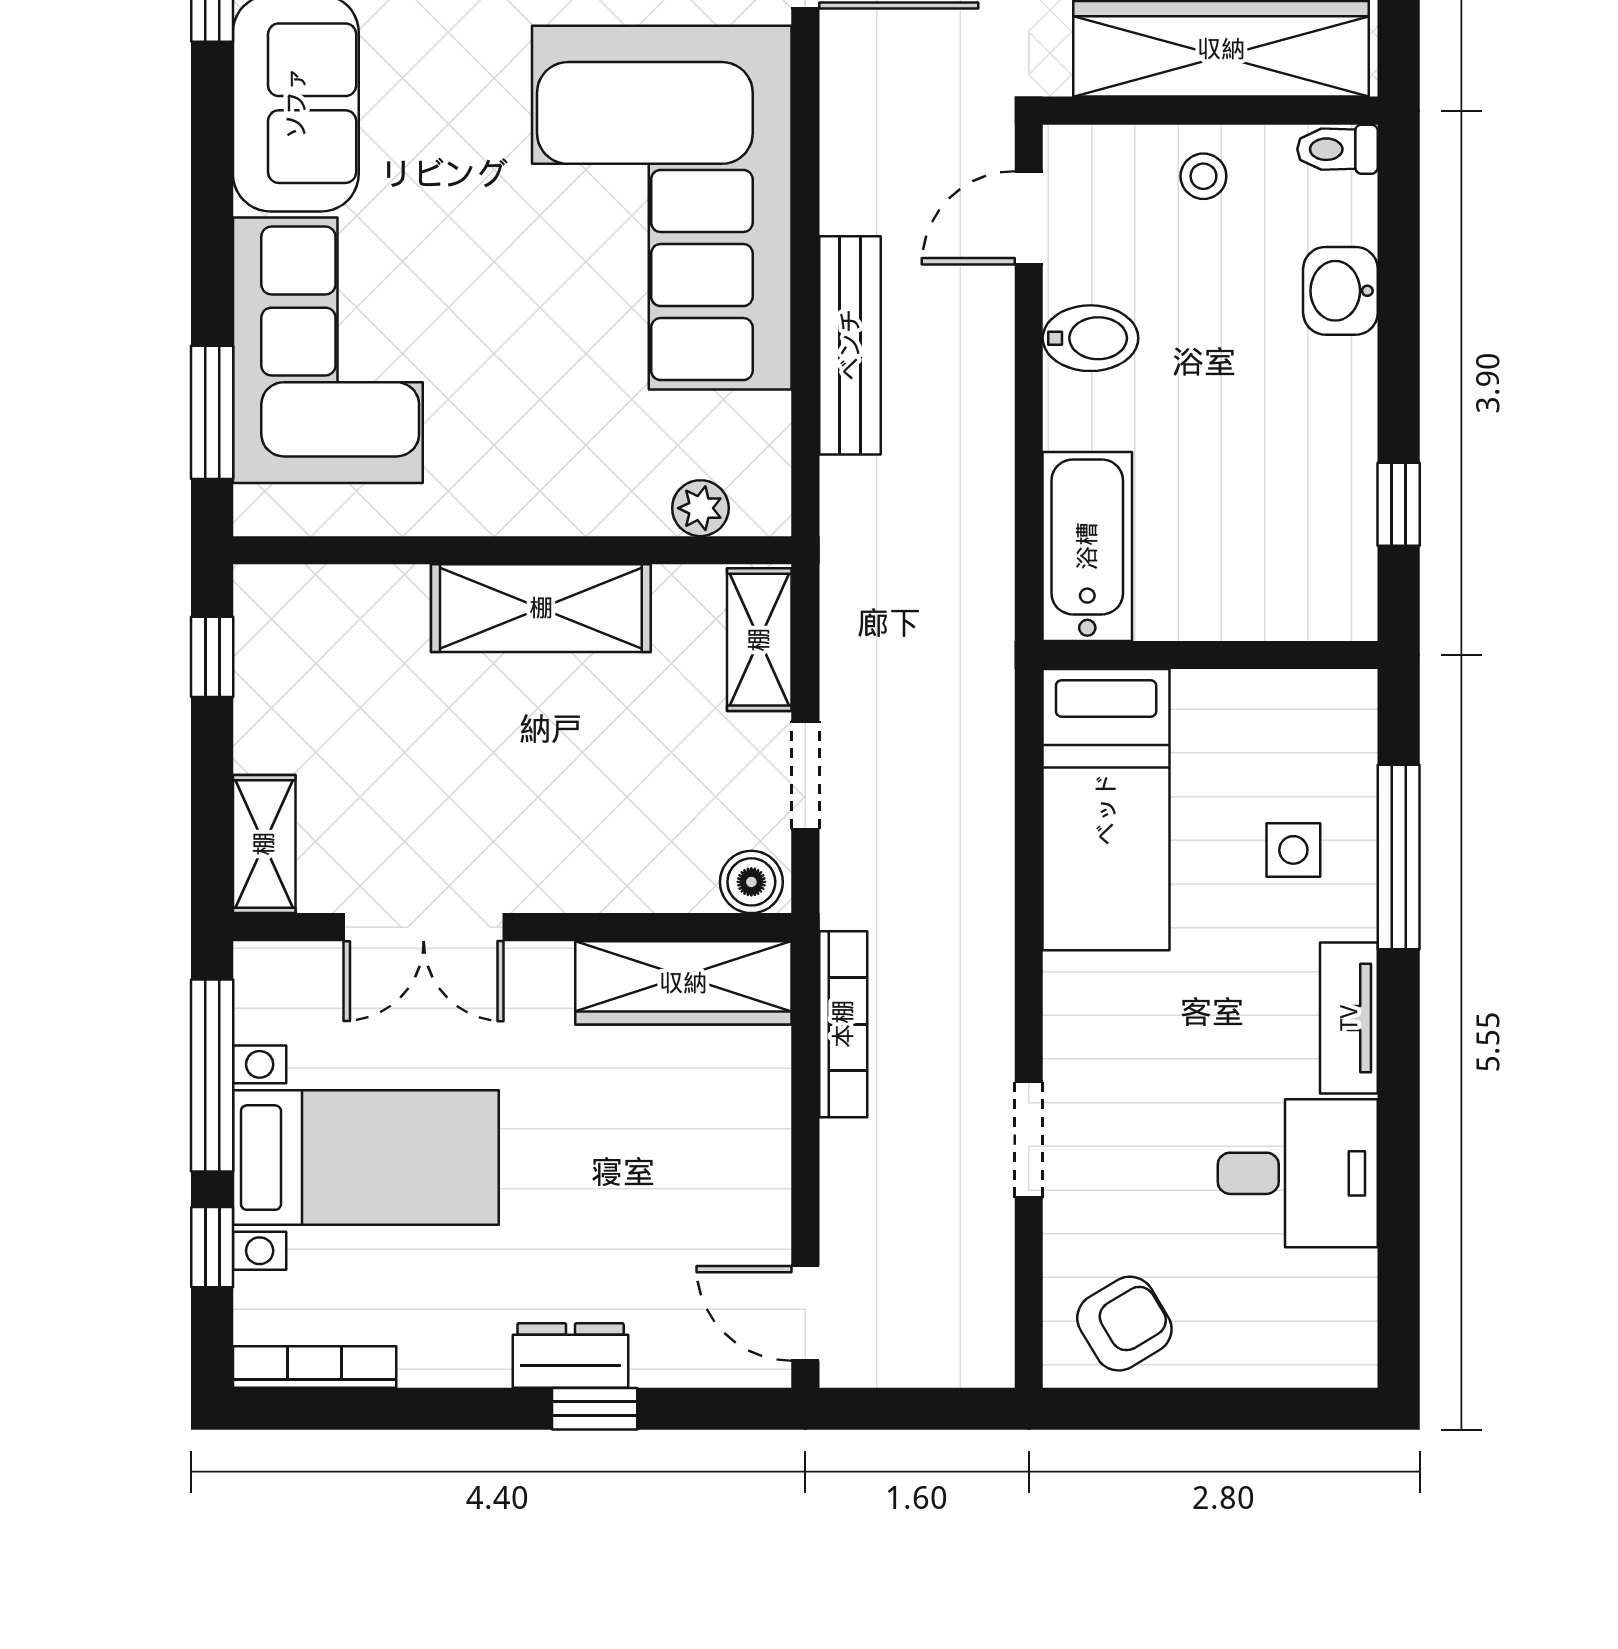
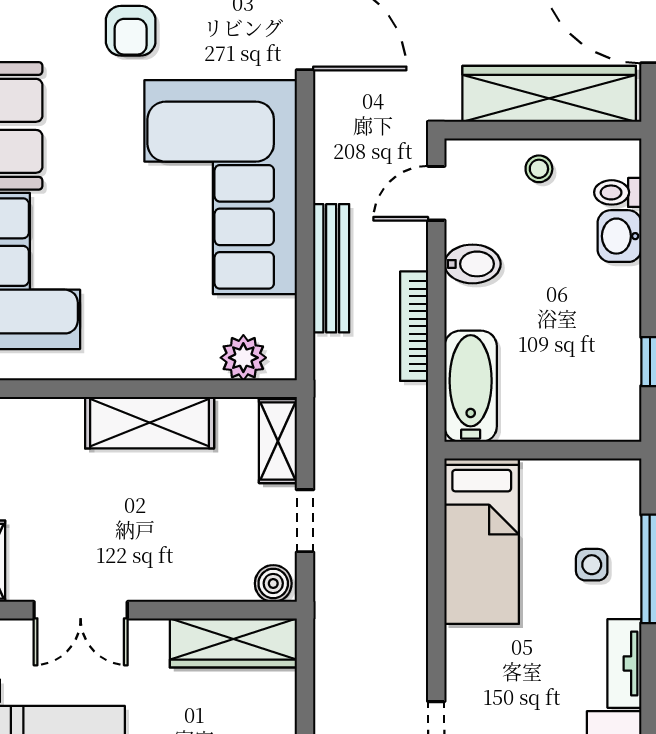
toilet: (1337, 149) -> (618, 192), moved
plant: (700, 508) -> (243, 358), width x1.38, depth x1.38
bookcase: (843, 1024) -> (414, 326), moved, turned 180

